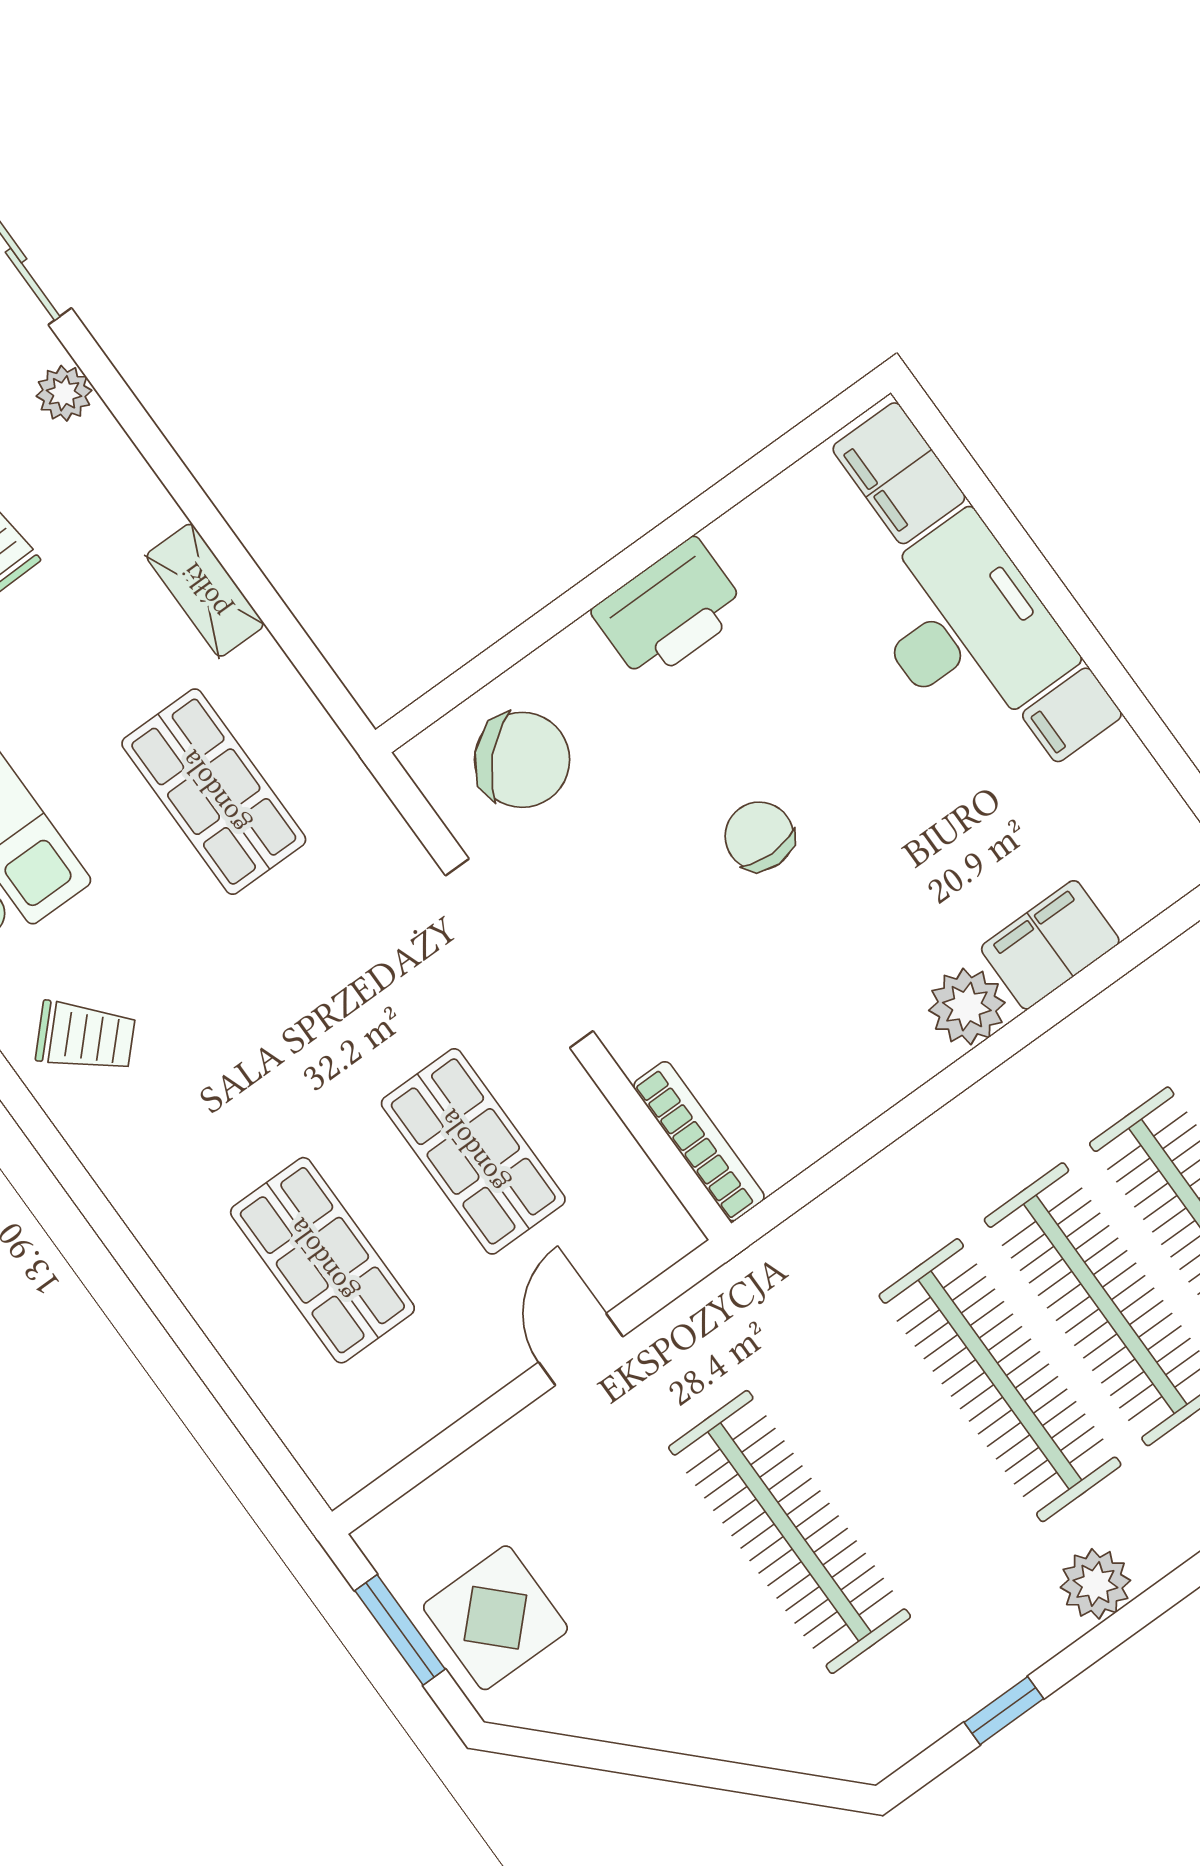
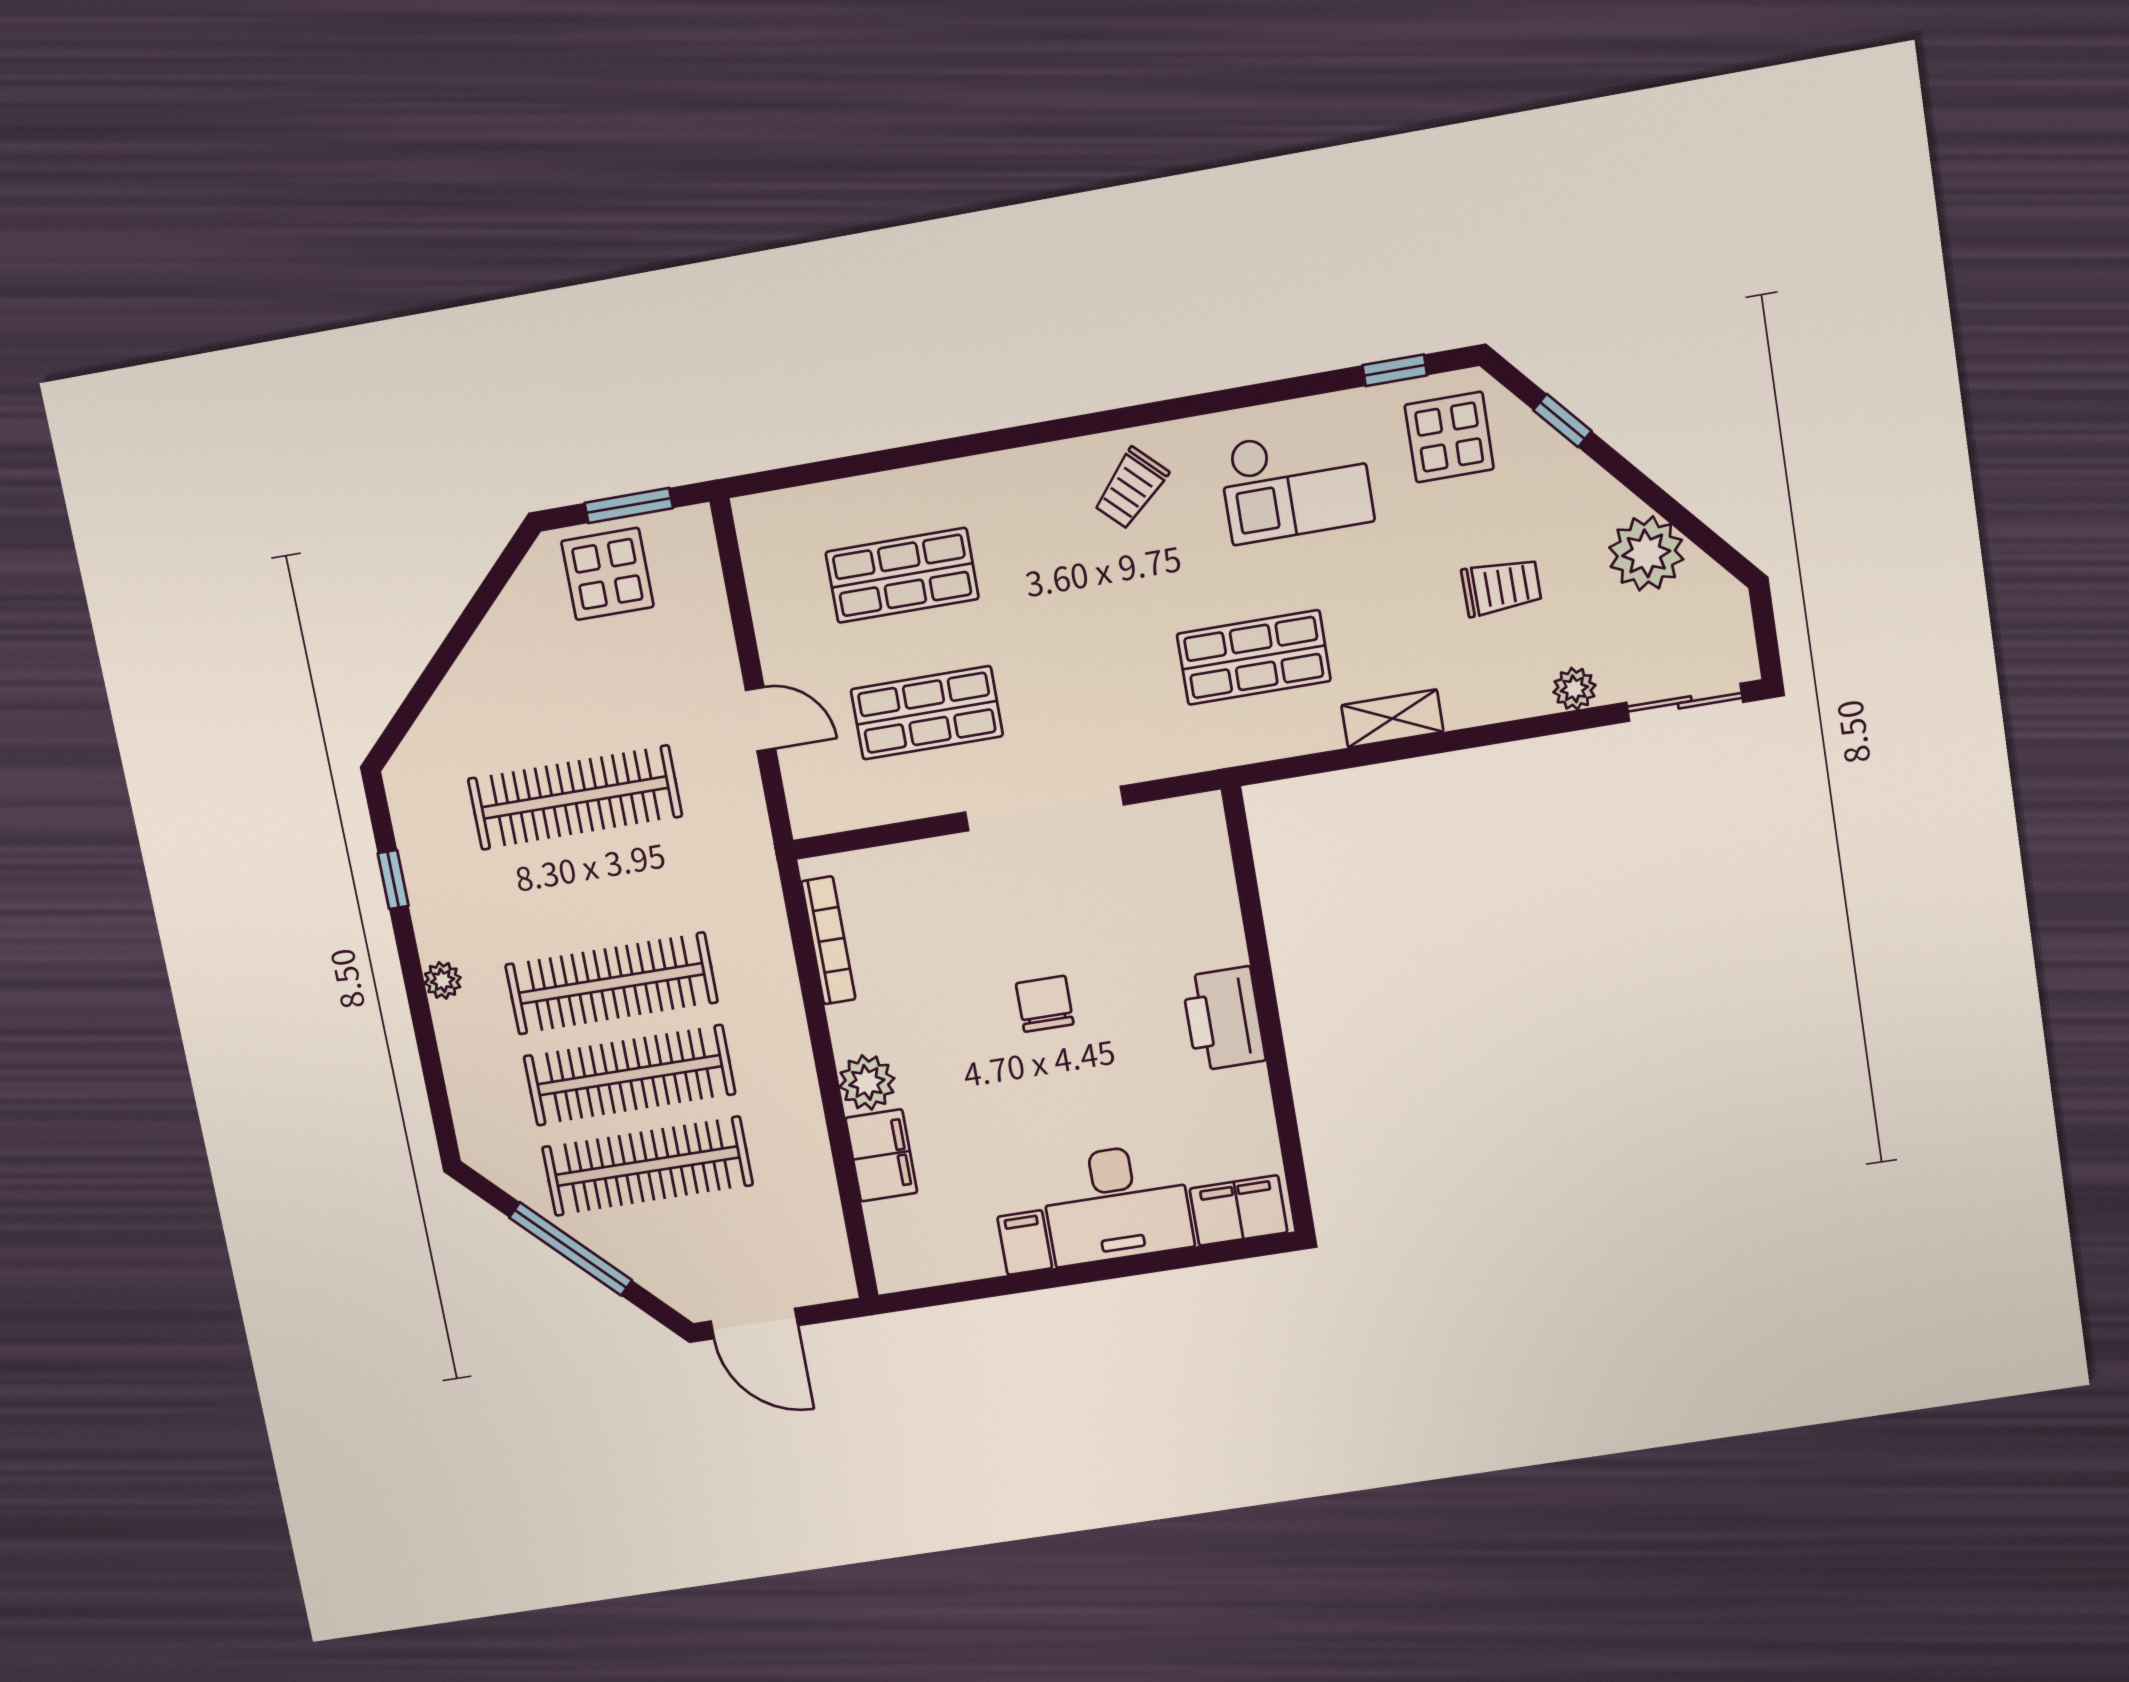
chair: (522, 760) -> (1173, 874), removed
chair: (759, 836) -> (1045, 1004), turned -90
bookcase: (699, 1141) -> (828, 940), moved, turned -90
plant: (1095, 1584) -> (443, 980), width x0.73, depth x0.73

